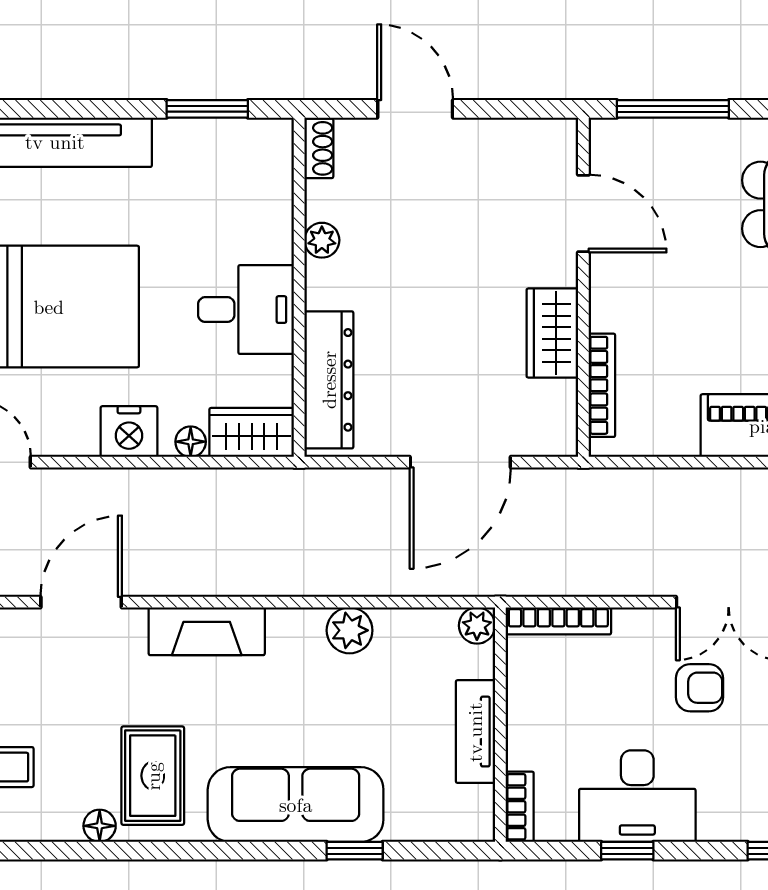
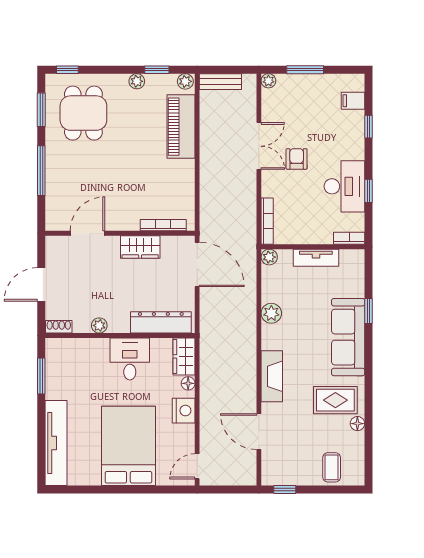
door: (583, 214) -> (87, 233), moved
wall: (583, 287) -> (120, 233), moved
wardrobe: (552, 333) -> (140, 247), moved
bookcase: (602, 385) -> (163, 225), moved

